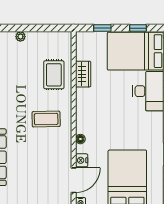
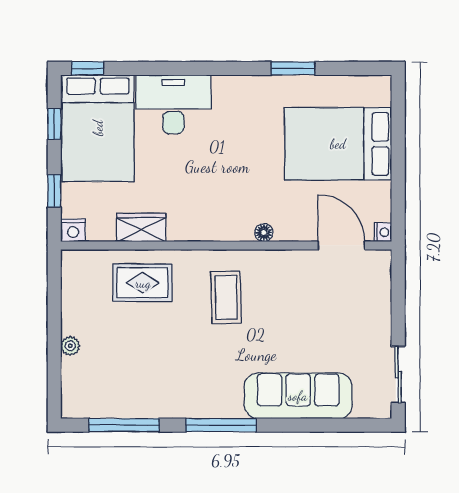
nightstand: (82, 160) -> (73, 230), moved

